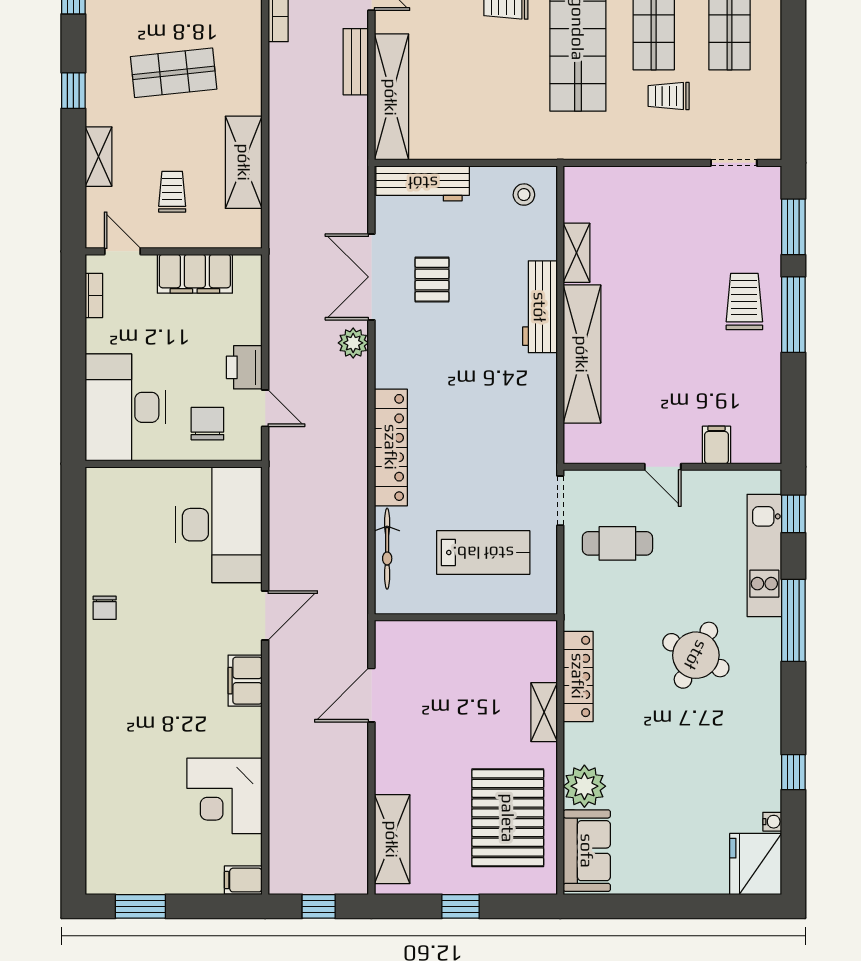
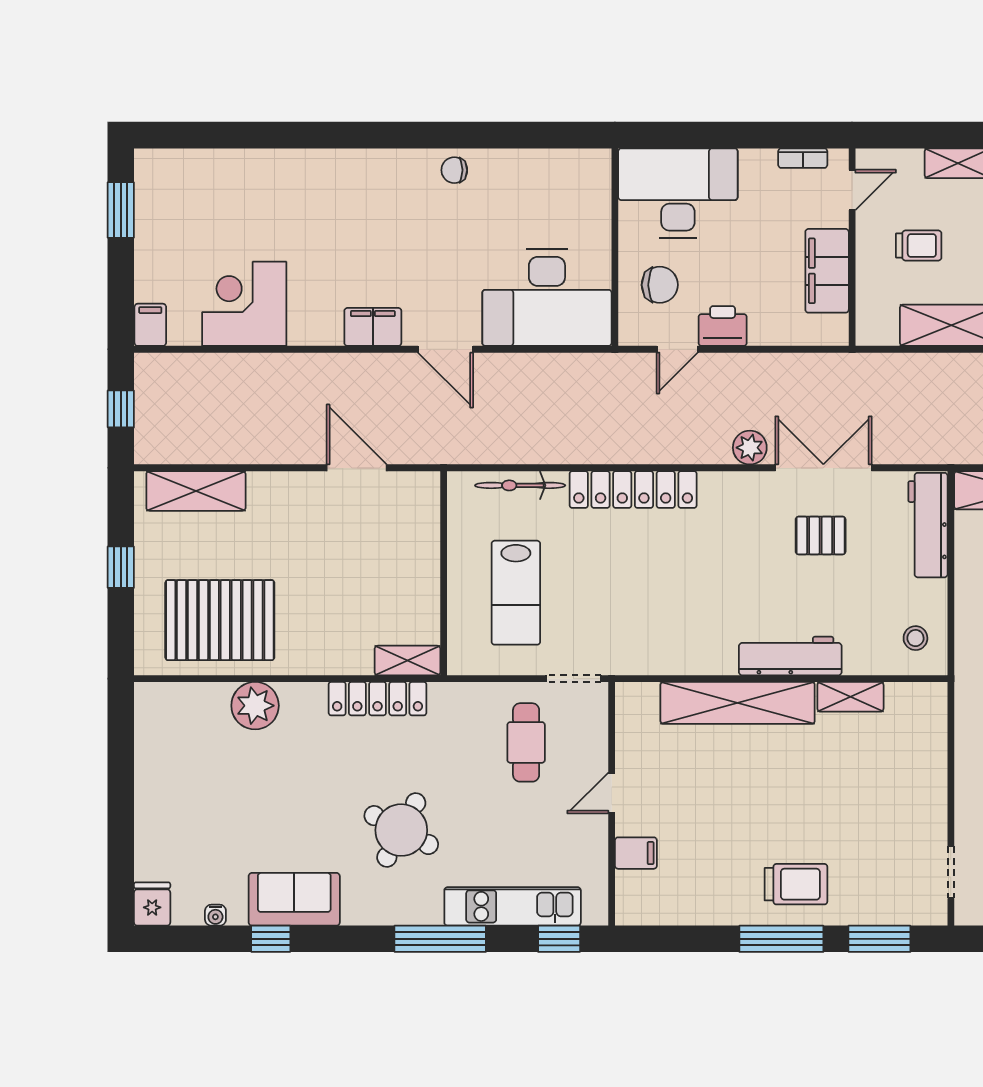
shelving: (544, 712) -> (407, 661), moved
sofa: (587, 851) -> (294, 899), moved, turned 180
fridge: (756, 864) -> (152, 904), width x0.53, depth x0.75

